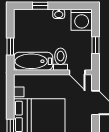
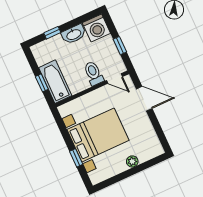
washbasin: (59, 14) -> (74, 34), width x1.91, depth x1.45
bathtub: (33, 61) -> (55, 82), moved, turned 90

